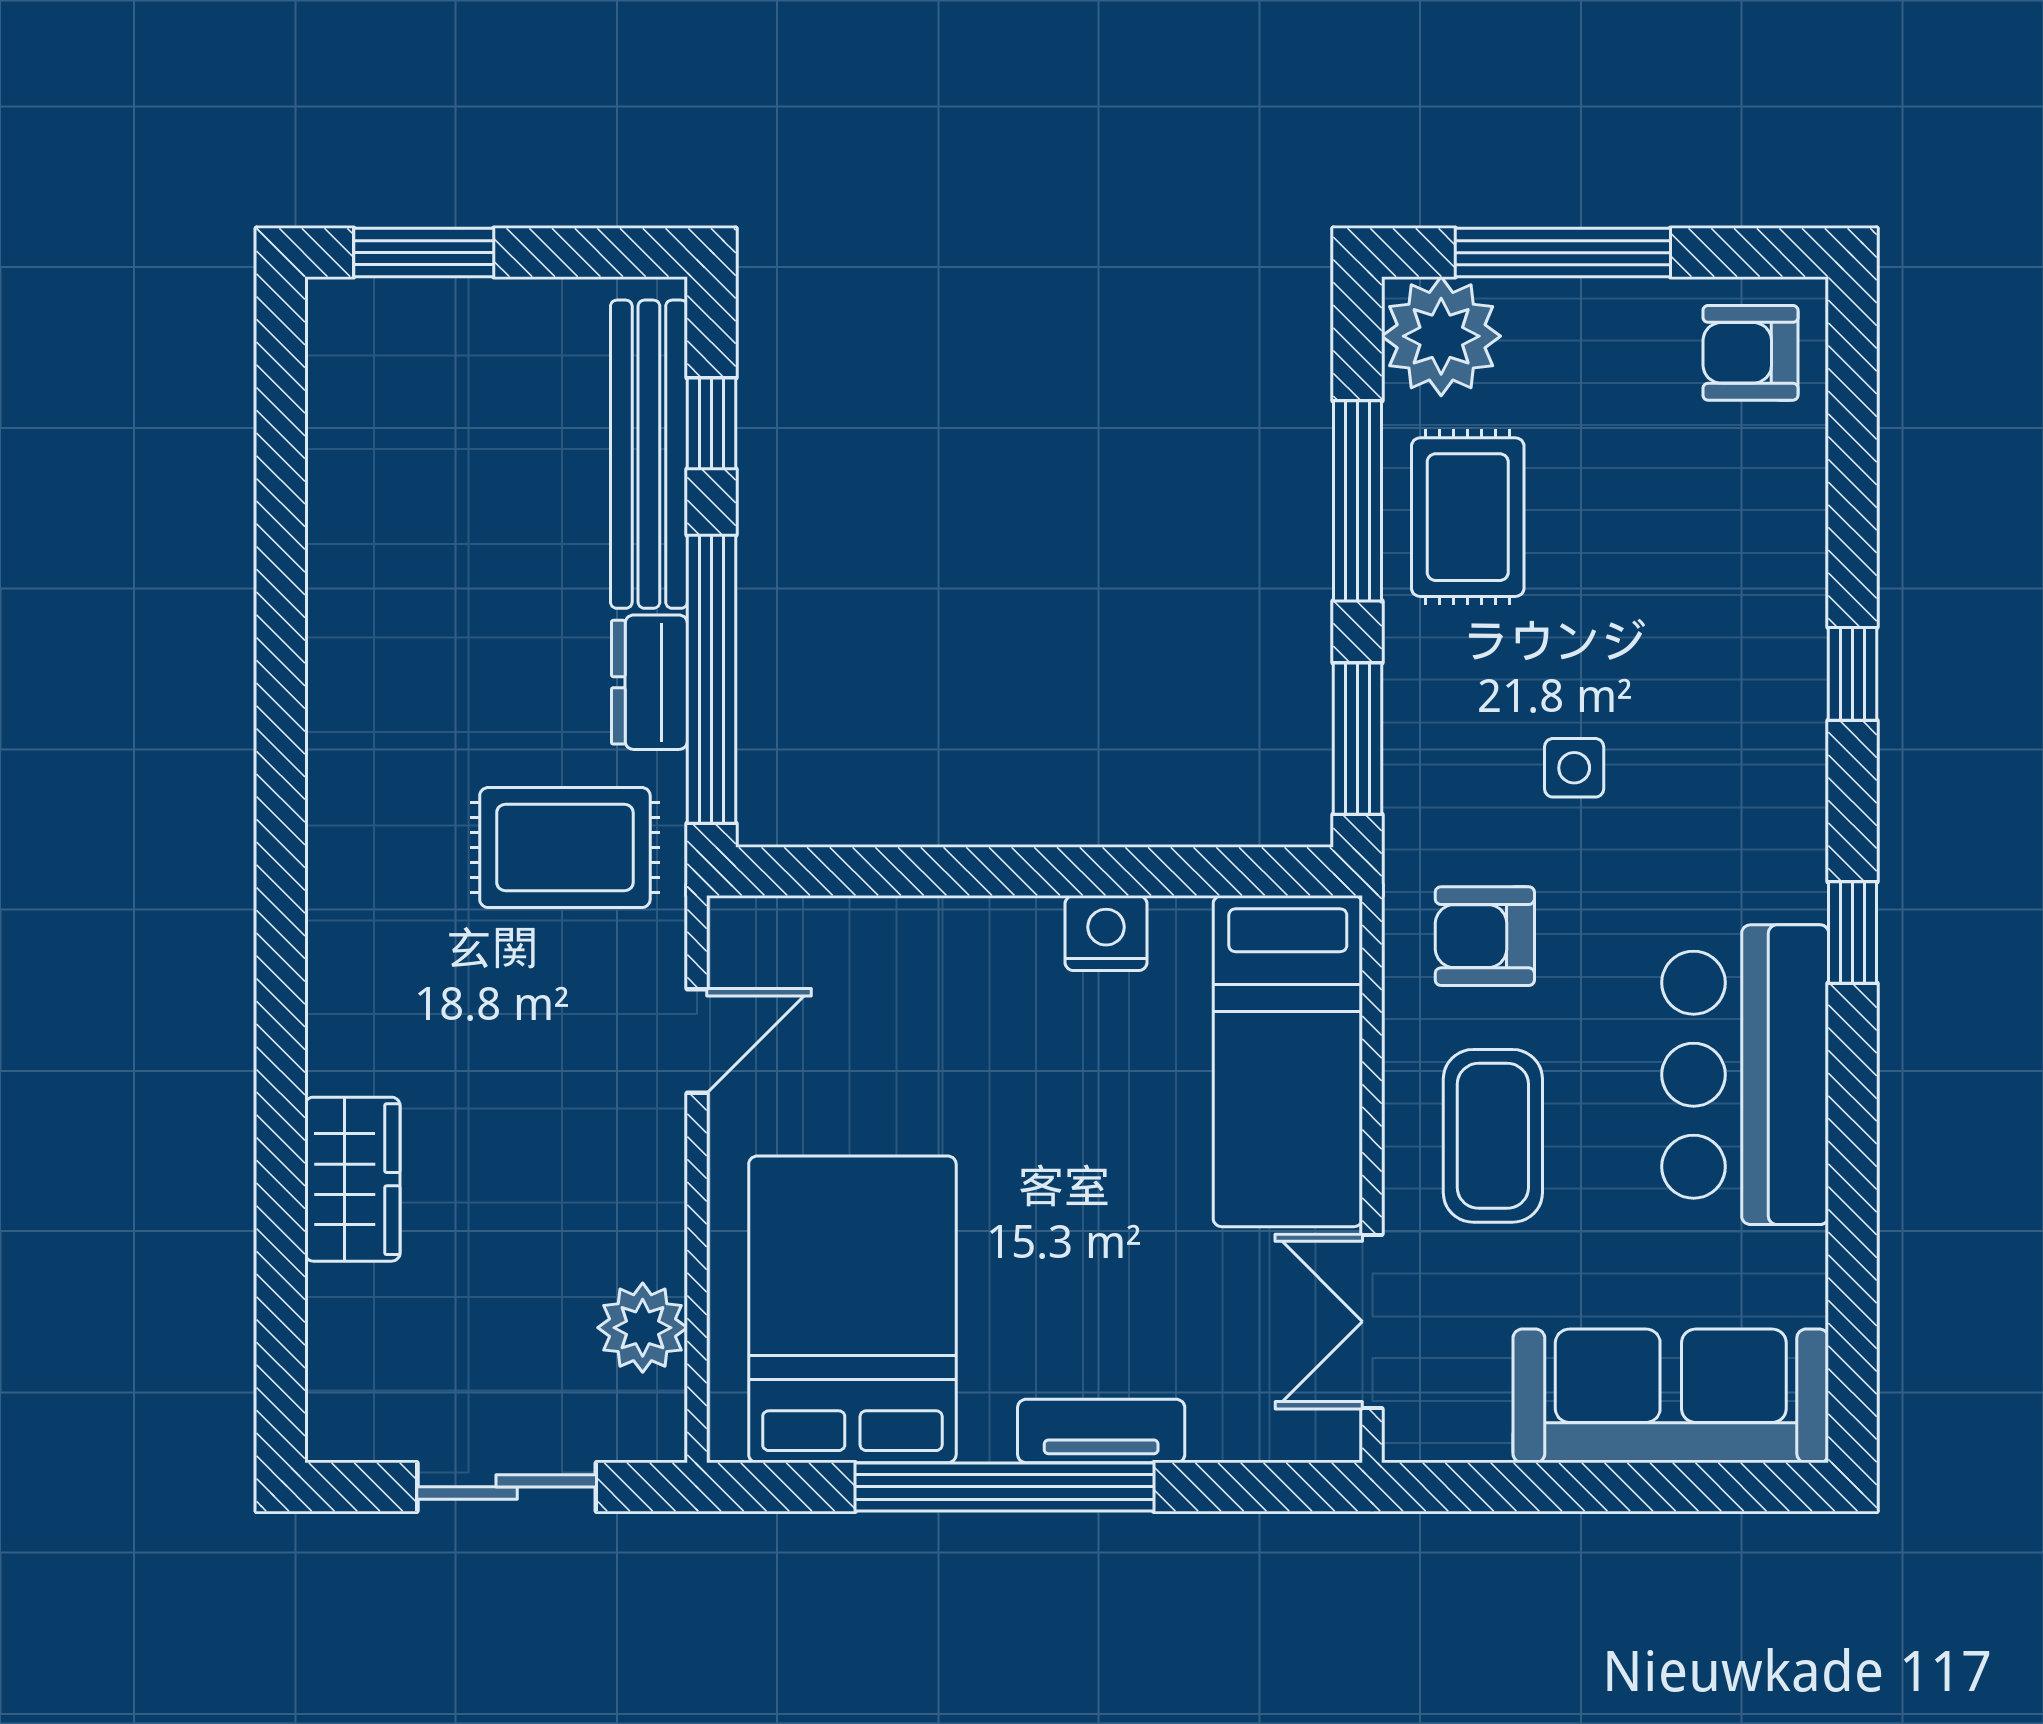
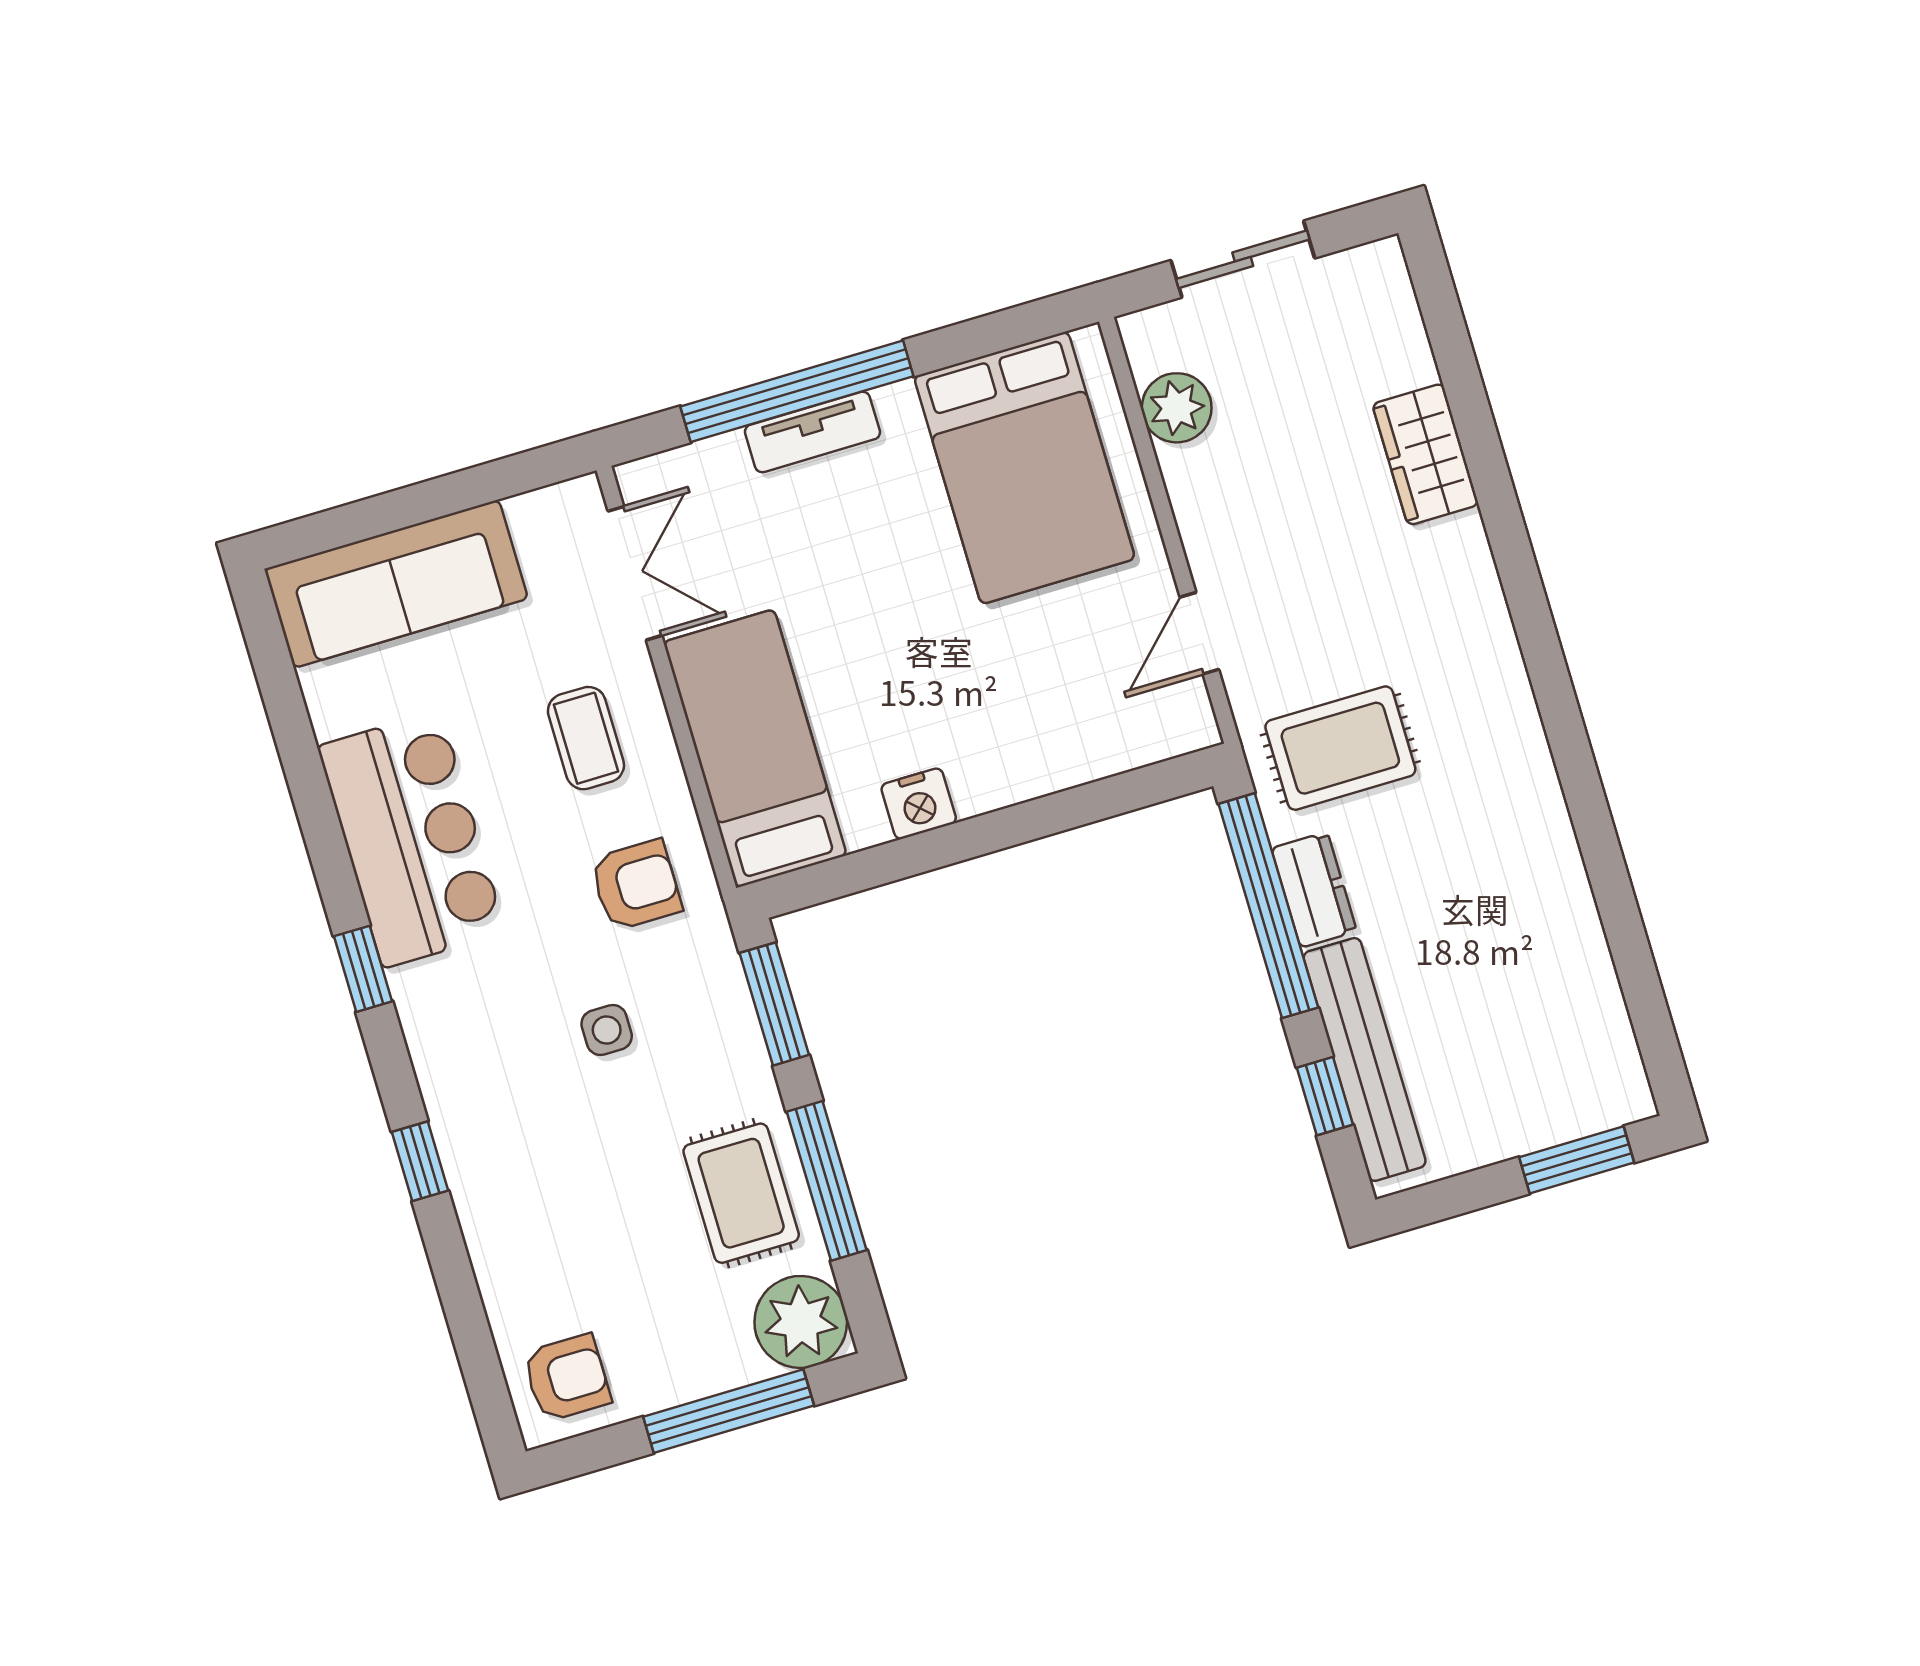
coffee table: (1493, 1136) -> (586, 738), width x0.73, depth x0.77
window: (1005, 1487) -> (797, 391), moved

